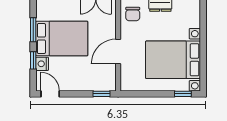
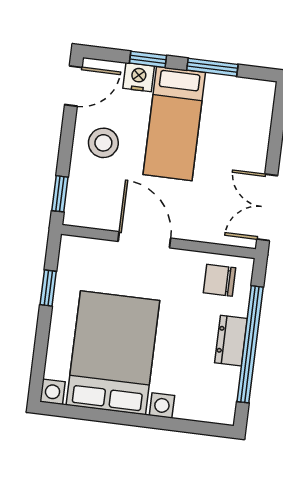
bed: (62, 39) -> (174, 124), width x0.67
stool: (75, 76) -> (103, 143), added
window: (183, 94) -> (48, 288), moved

